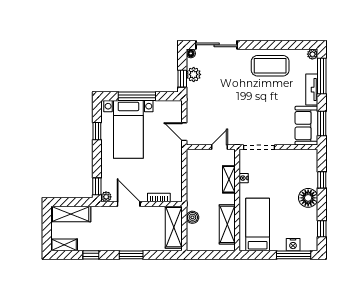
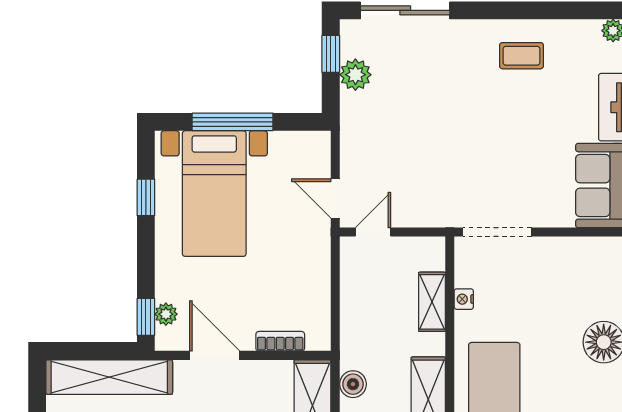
floor lamp: (191, 53) -> (349, 29), removed
coffee table: (270, 66) -> (521, 56), width x0.54, depth x0.58
window: (182, 79) -> (331, 54), moved
door: (219, 147) -> (373, 232), moved
plant: (106, 197) -> (166, 314), moved
shelving: (71, 214) -> (109, 377), width x1.47

